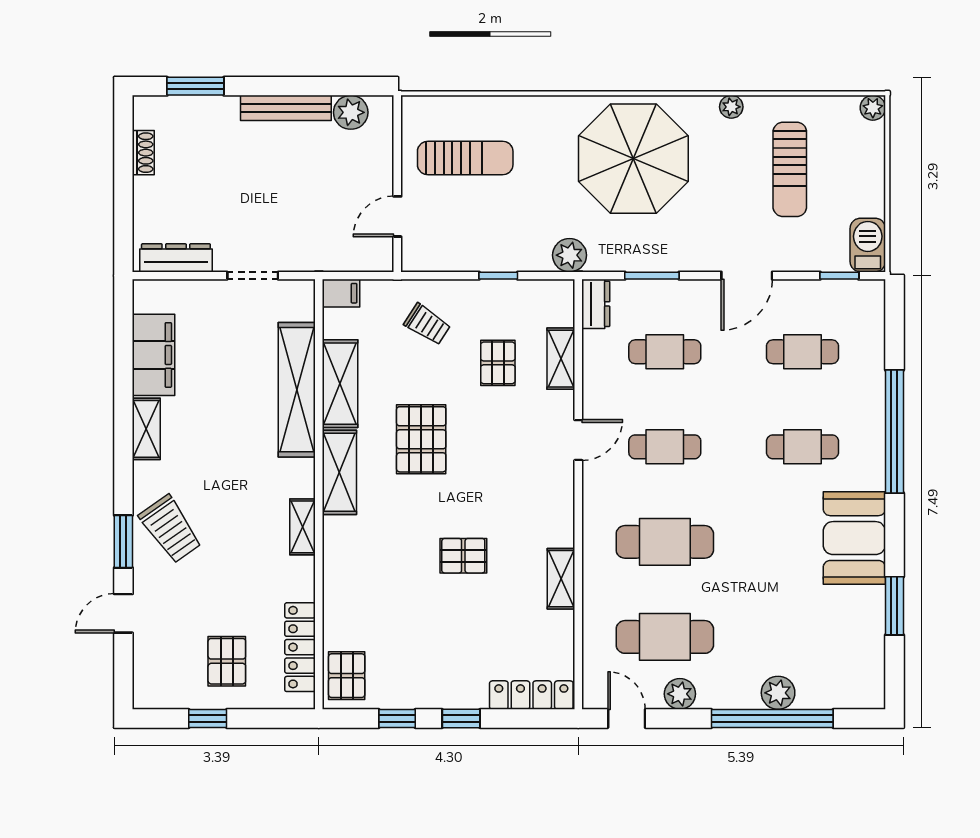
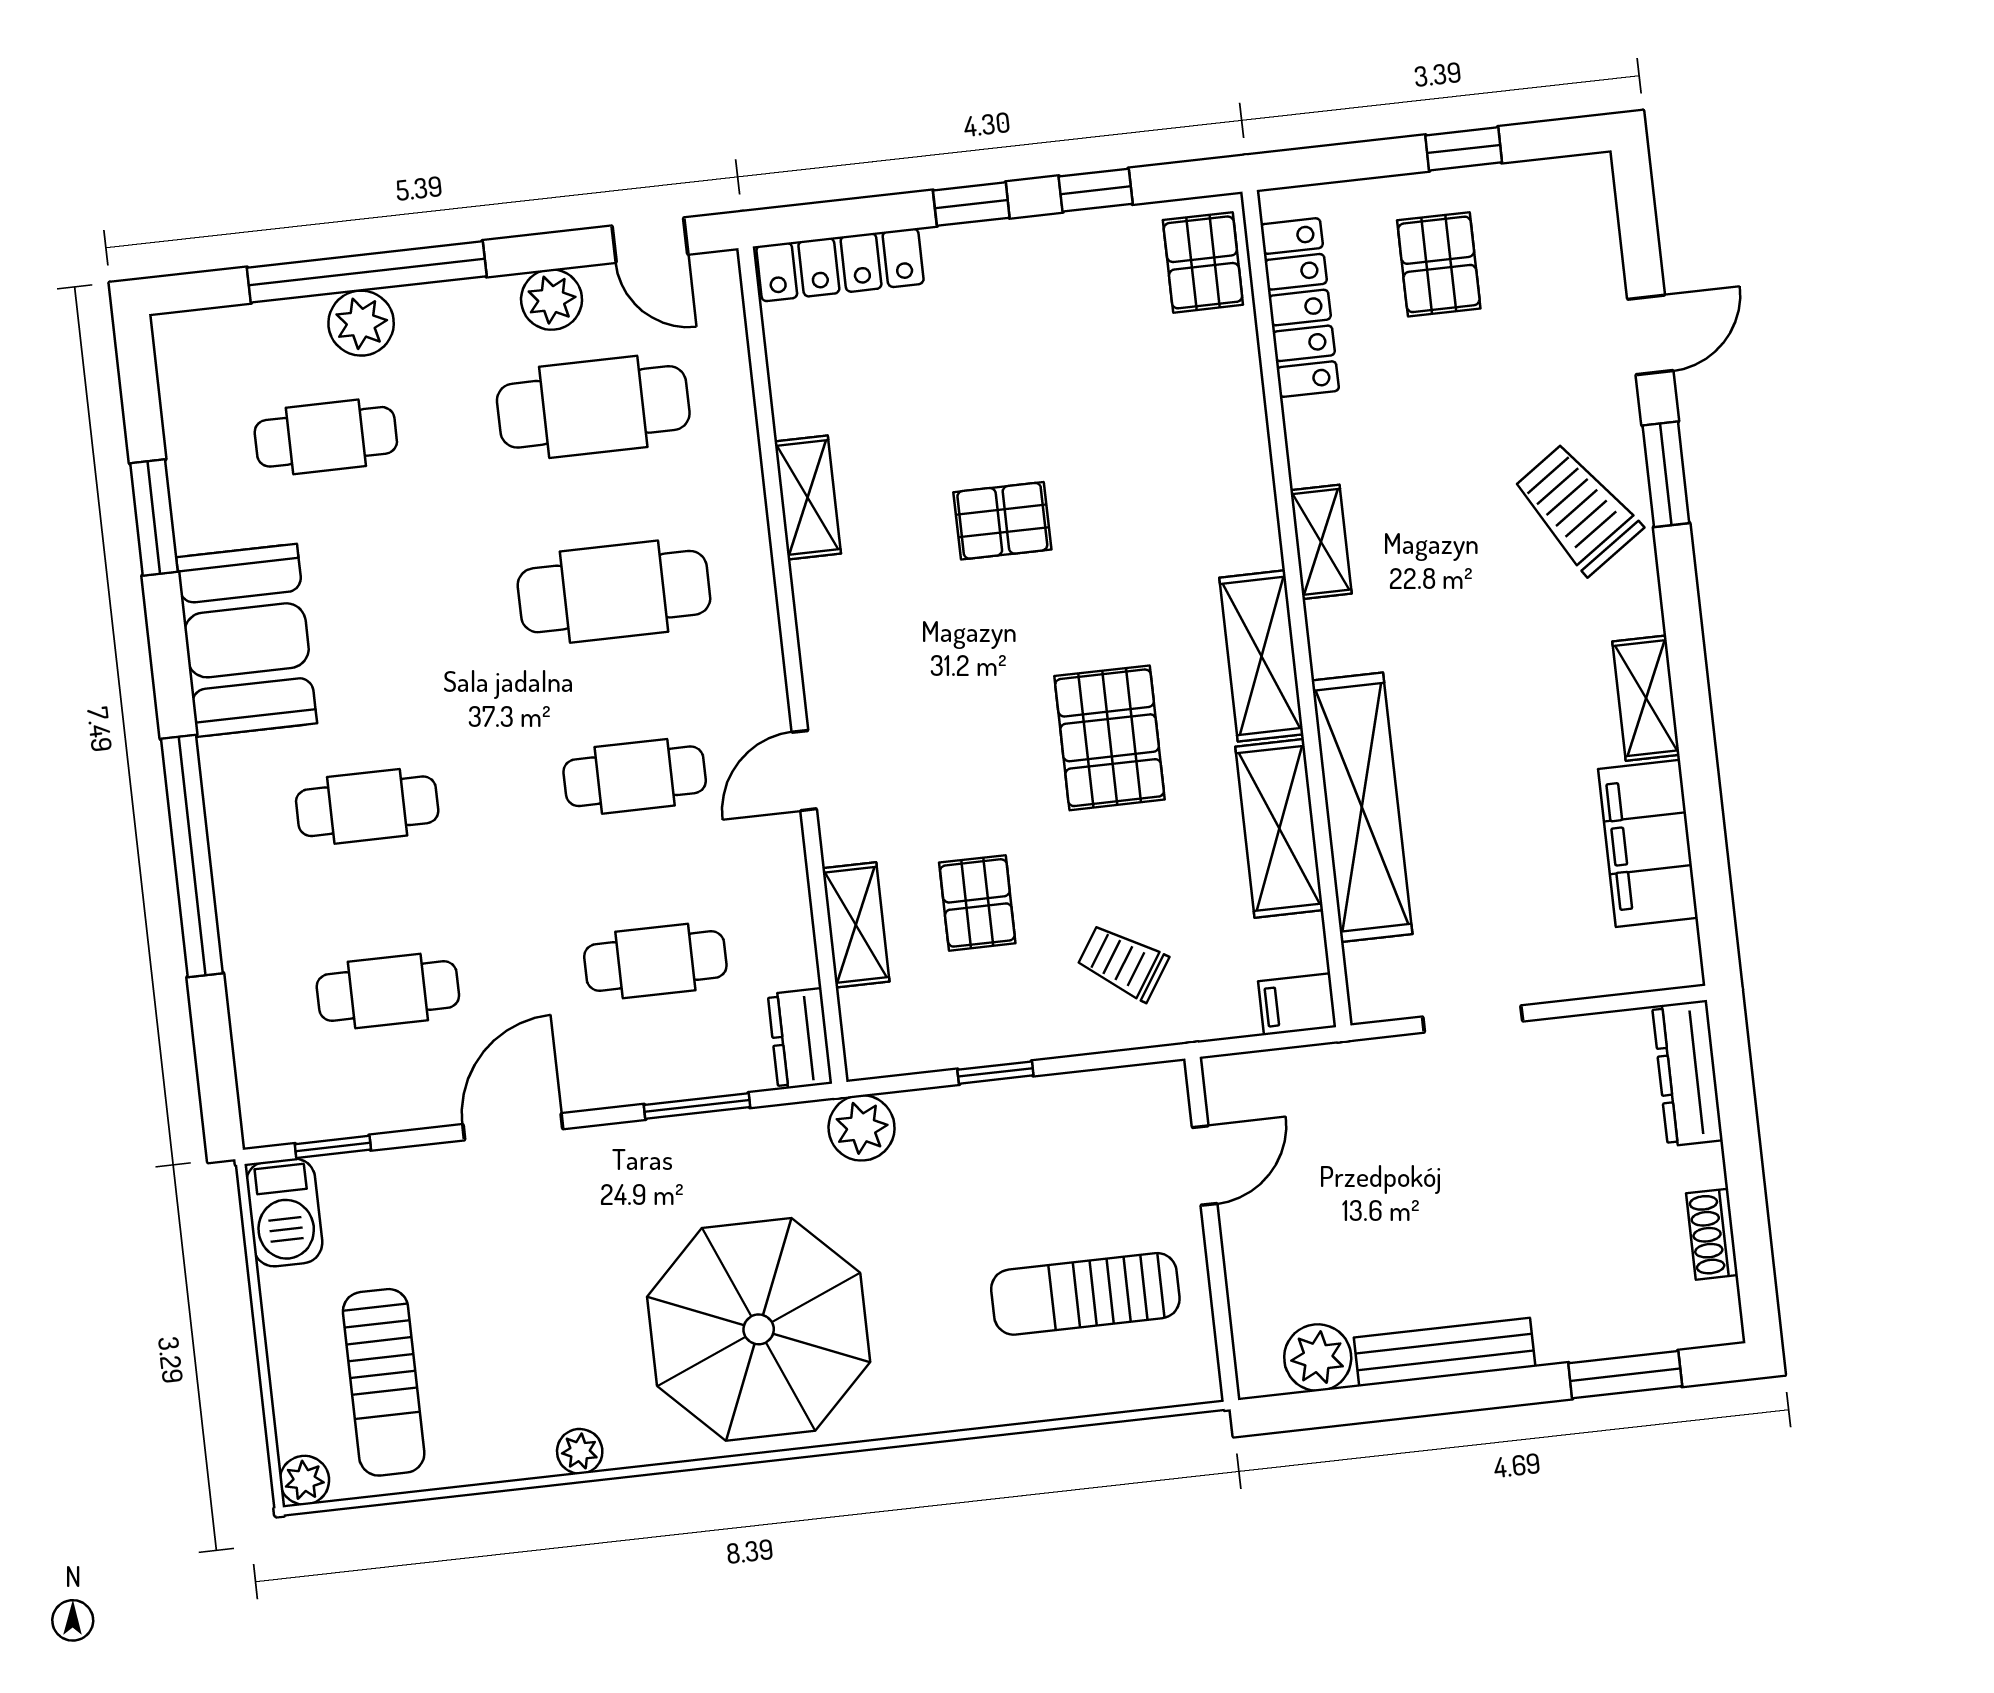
sun lounger: (790, 169) -> (384, 1382), moved, turned 180
dresser: (176, 258) -> (1687, 1073), moved, turned 90
cafe table: (802, 637) -> (326, 437), added

